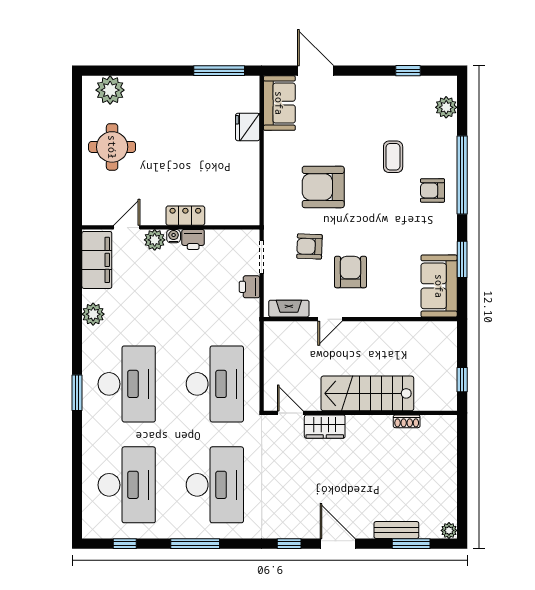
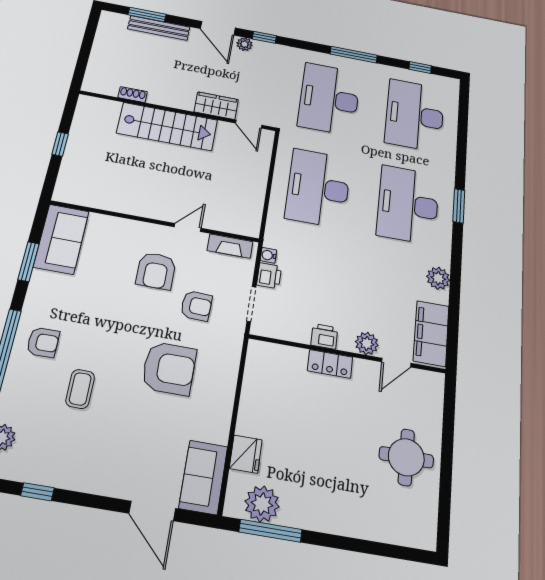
plant: (110, 90) -> (262, 504), moved
water cooler: (174, 236) -> (268, 255), moved, turned 90
stairs: (367, 393) -> (167, 127), moved
door: (290, 413) -> (249, 124), moved
wall: (360, 413) -> (178, 111), moved
shoe rack: (407, 421) -> (133, 95), moved
wardrobe: (325, 427) -> (216, 106), moved
bench: (396, 530) -> (159, 28), width x1.36
plant: (449, 530) -> (244, 44), moved

